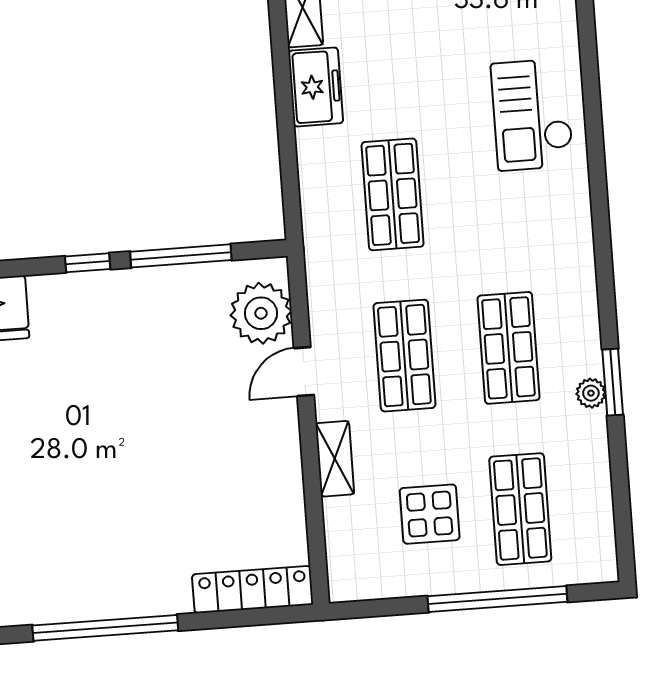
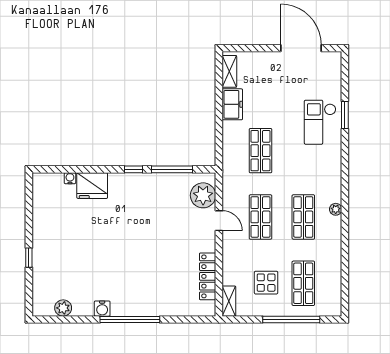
door: (304, 372) -> (219, 221), swing flipped
window: (613, 382) -> (345, 115), moved
plant: (591, 393) -> (336, 209), moved
shelving: (335, 459) -> (229, 301), moved
locker: (253, 590) -> (208, 276), moved, turned -90
water cooler: (36, 606) -> (102, 309), added

